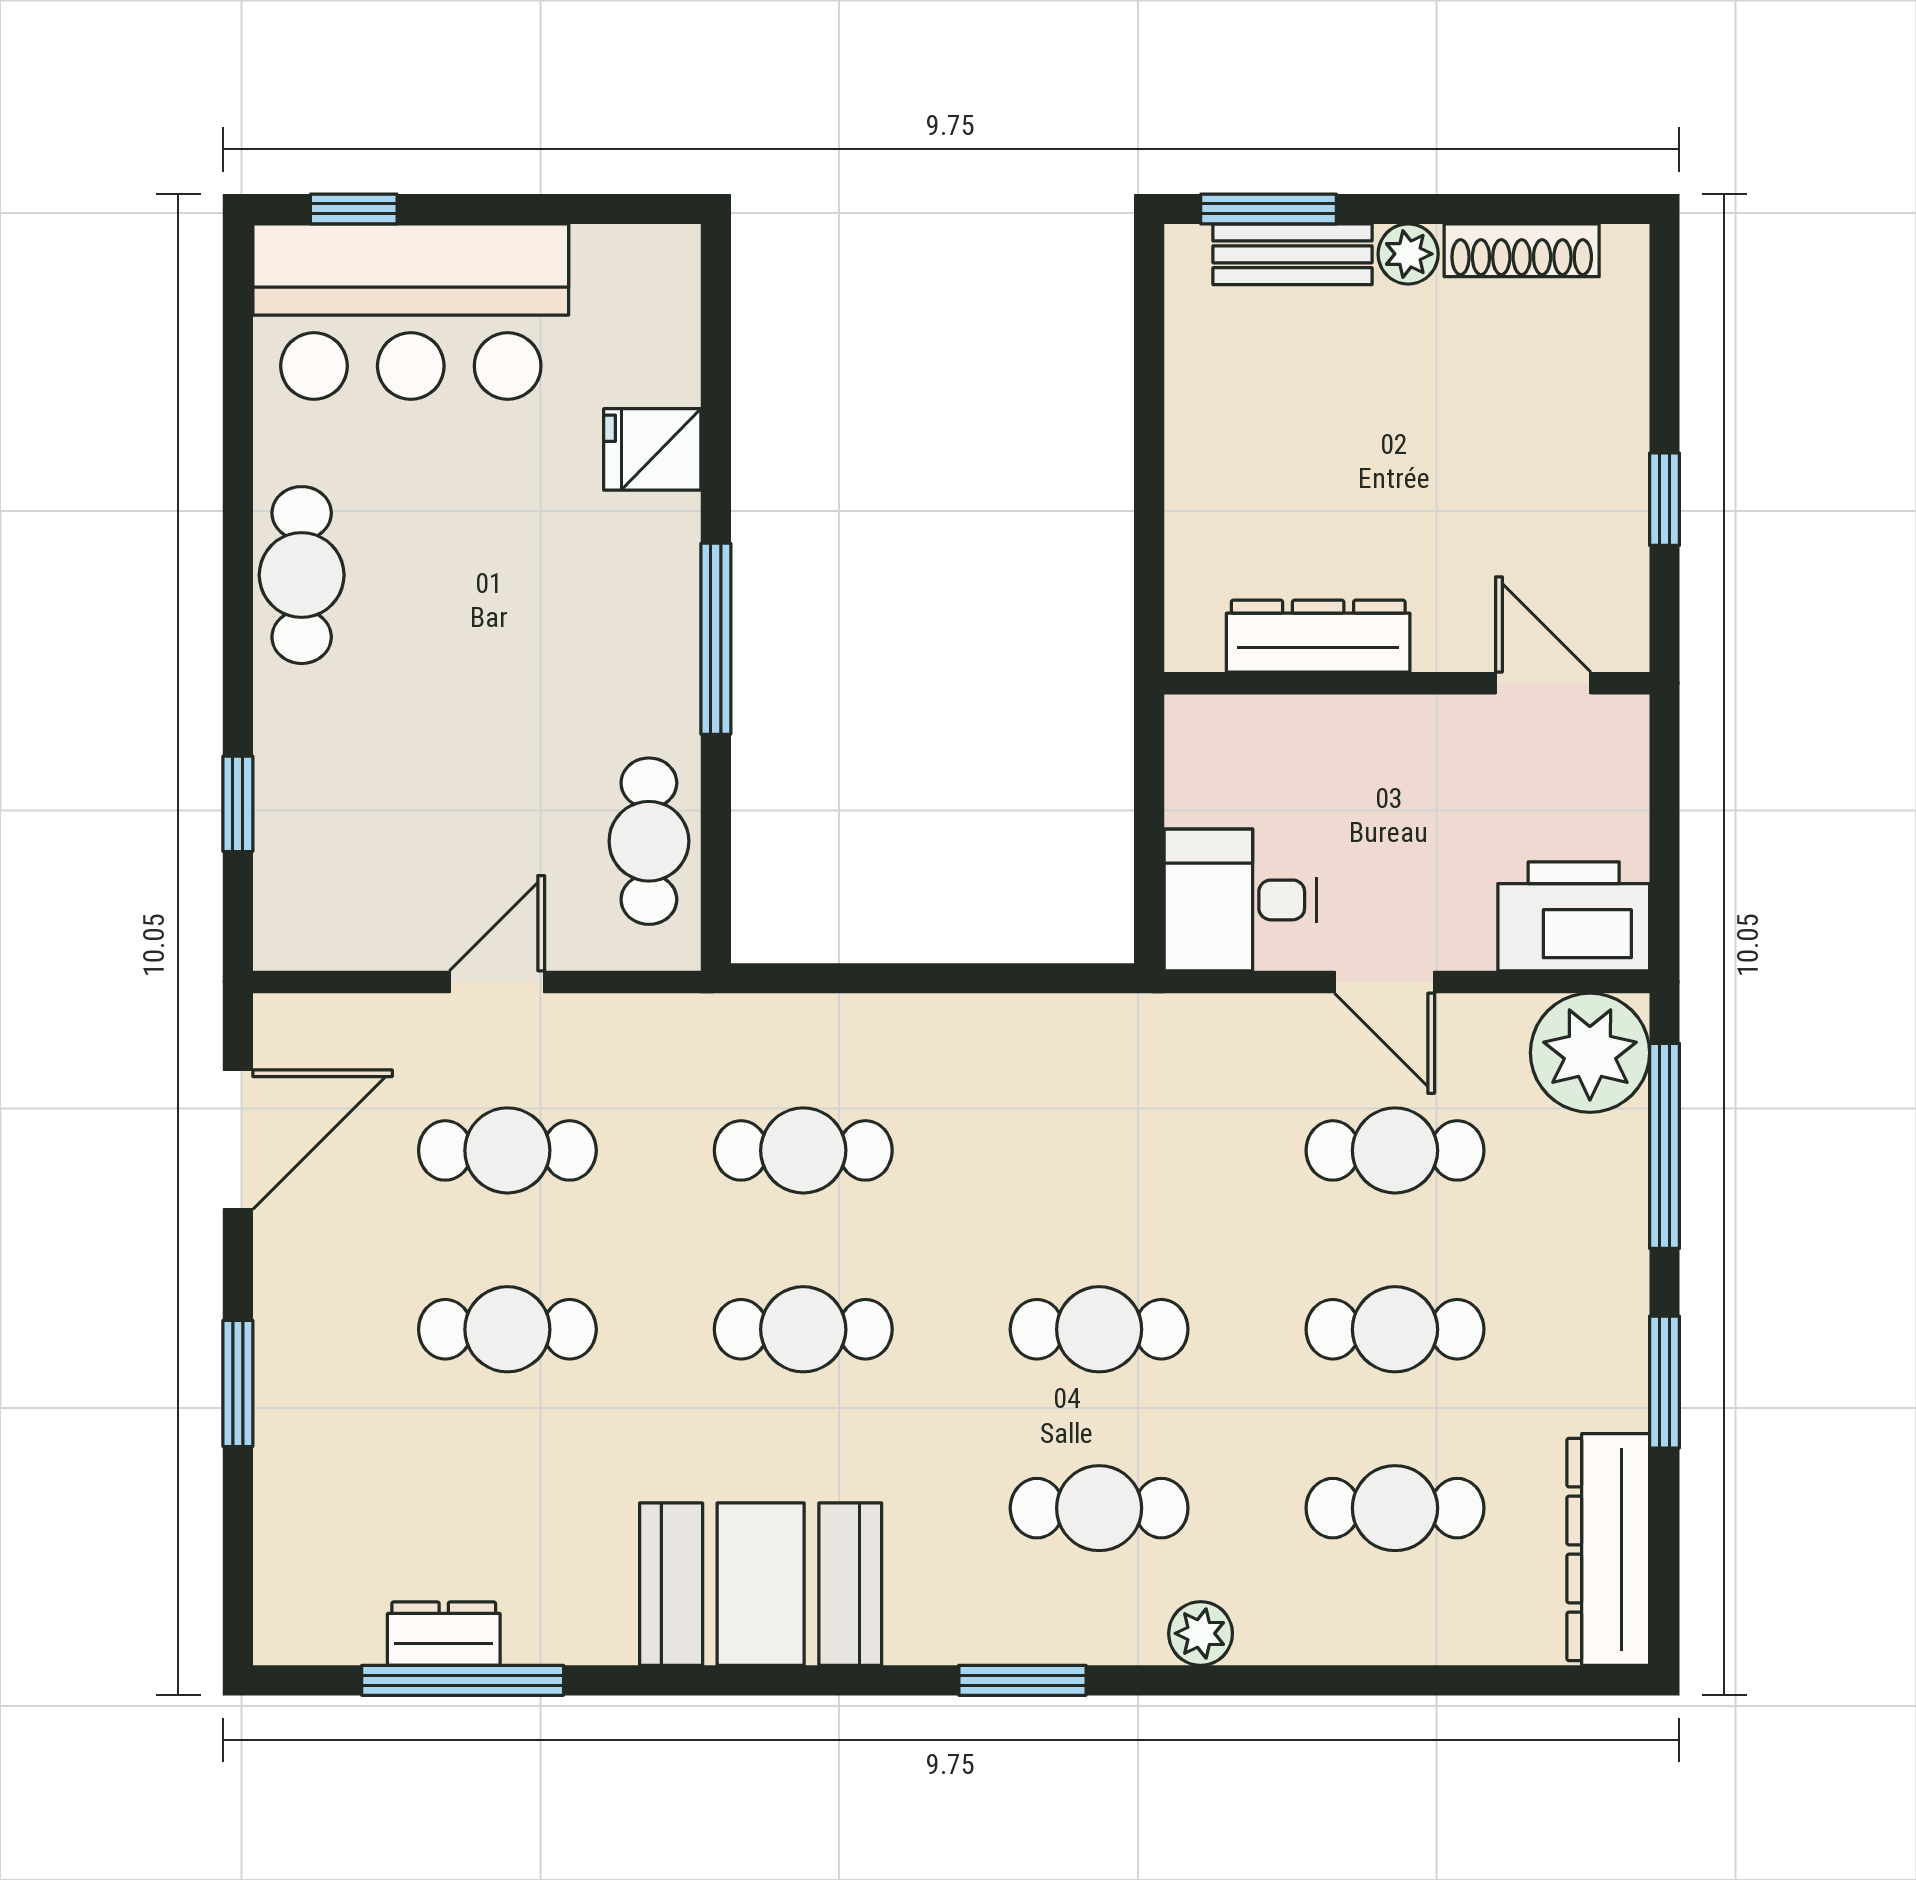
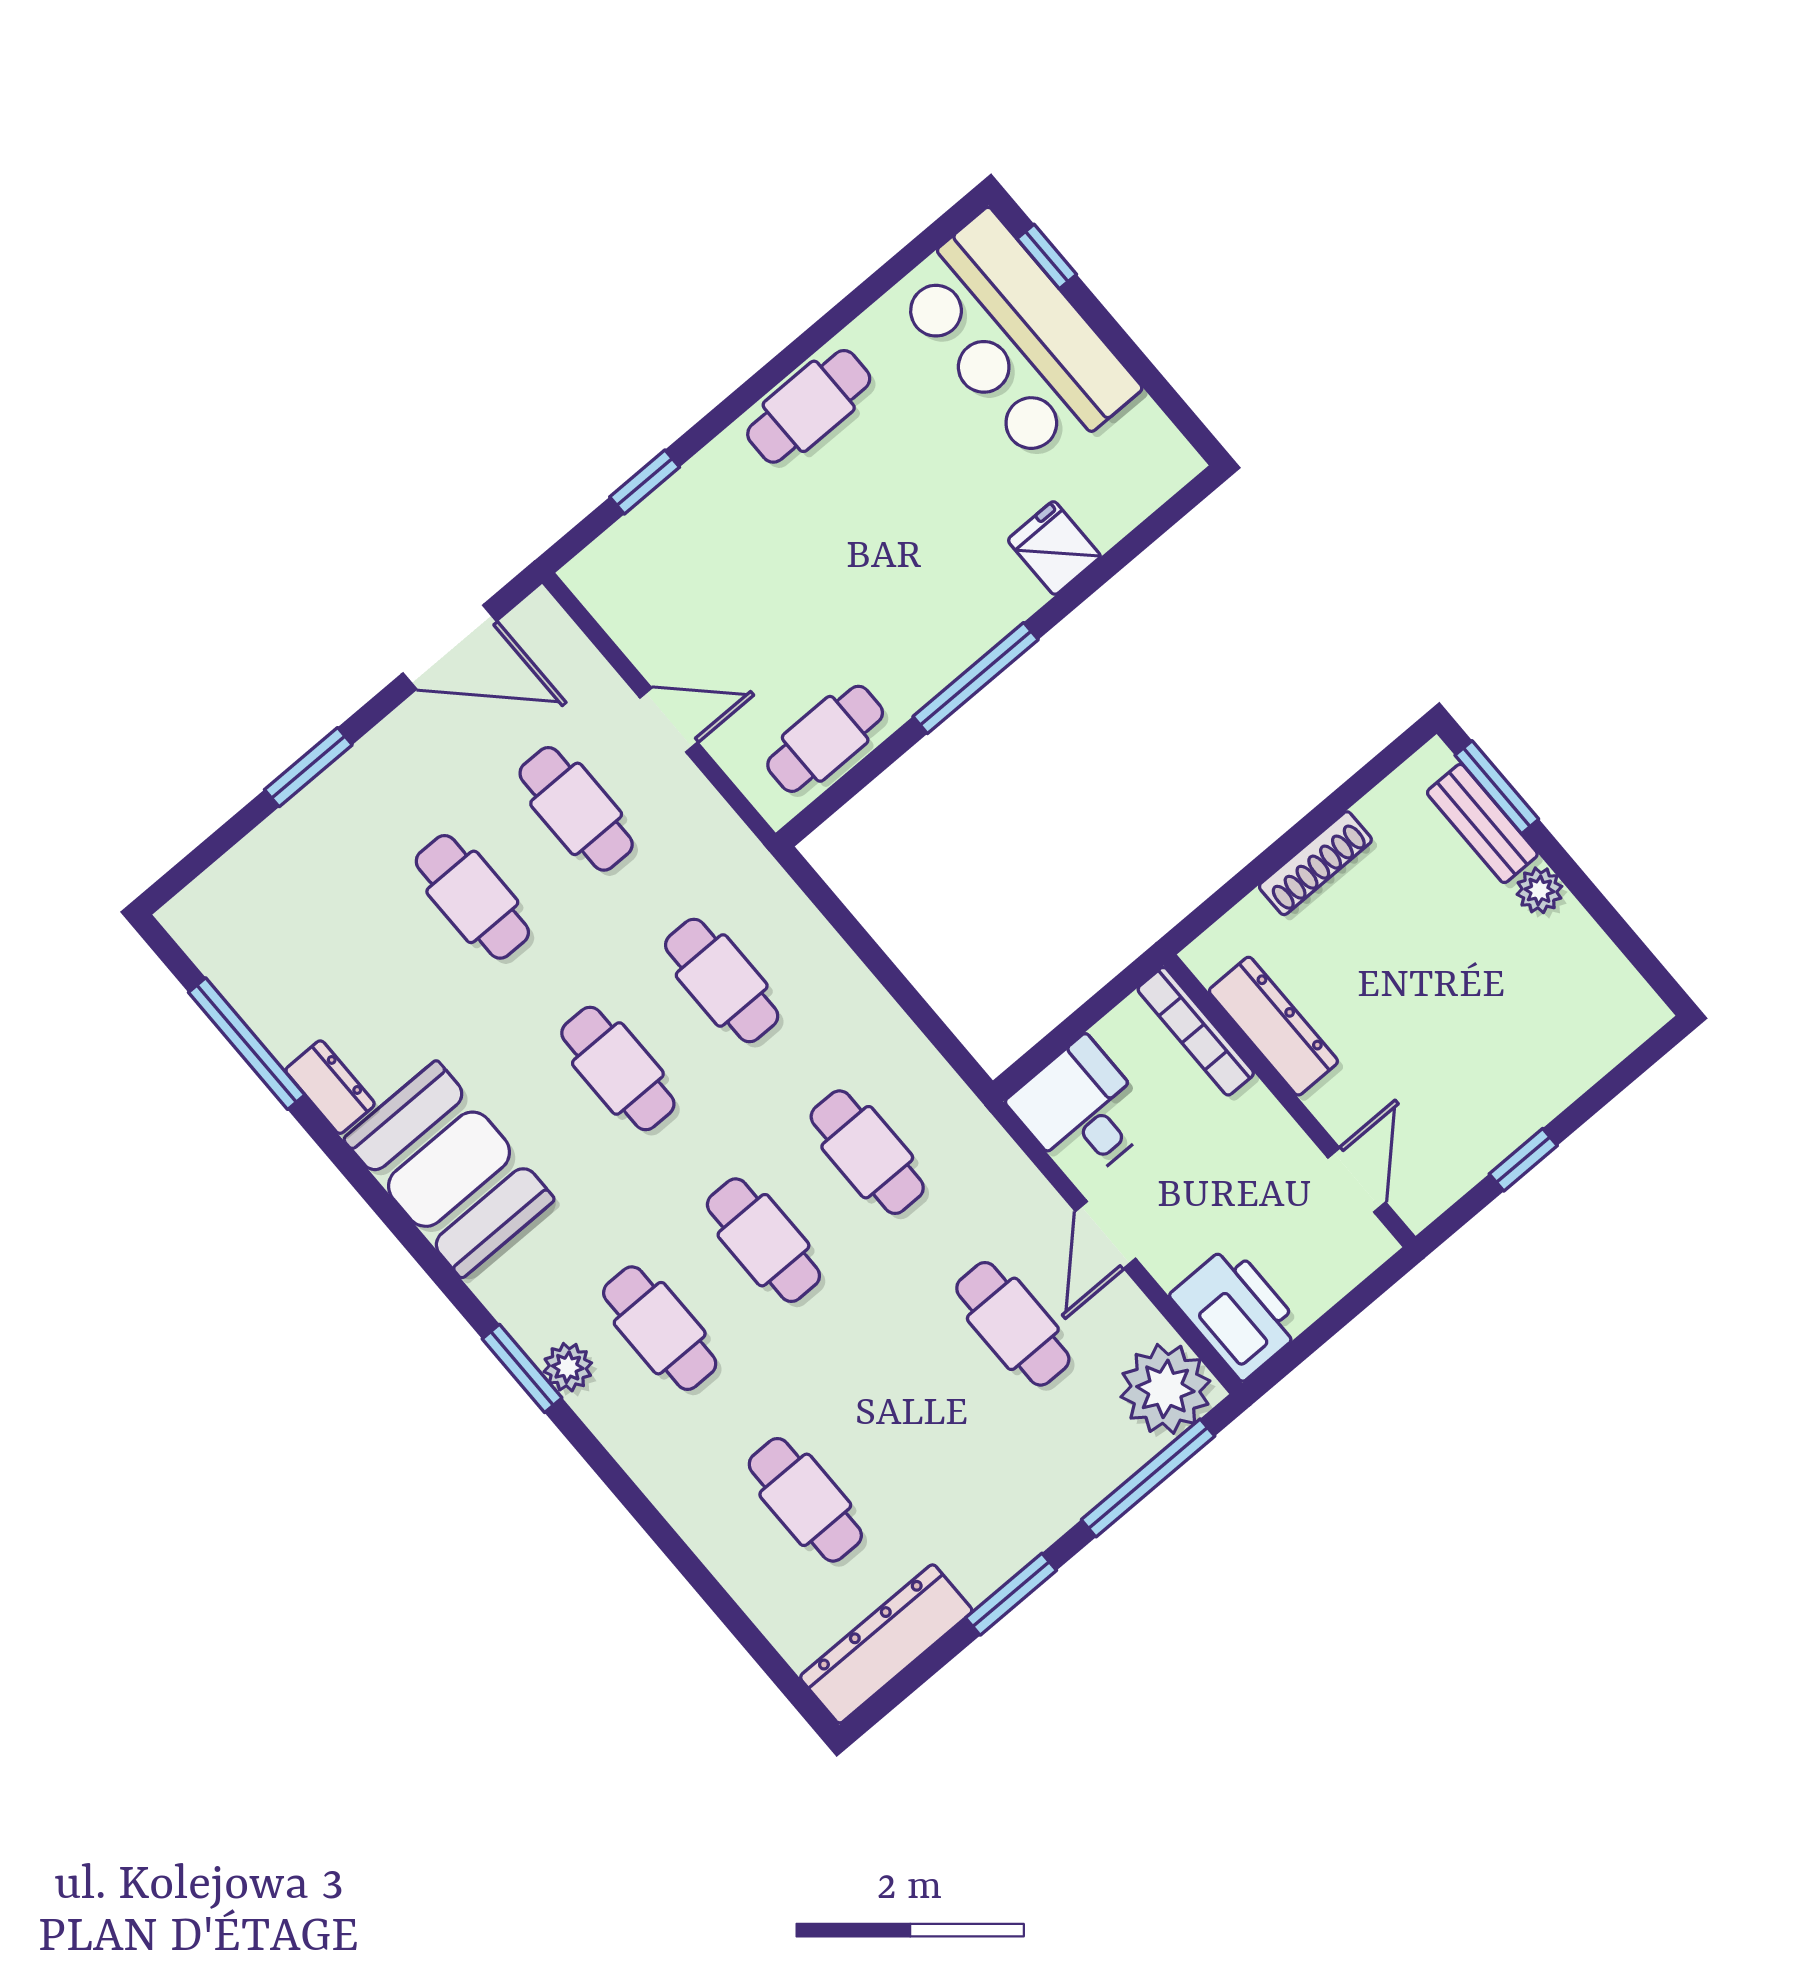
shoe rack: (1522, 250) -> (1315, 863), moved, turned -90
bookcase: (1257, 718) -> (1196, 1031), added
cafe table: (1395, 1329) -> (867, 1152), moved
plant: (1201, 1633) -> (568, 1367), moved
dresser: (444, 1634) -> (330, 1087), moved

